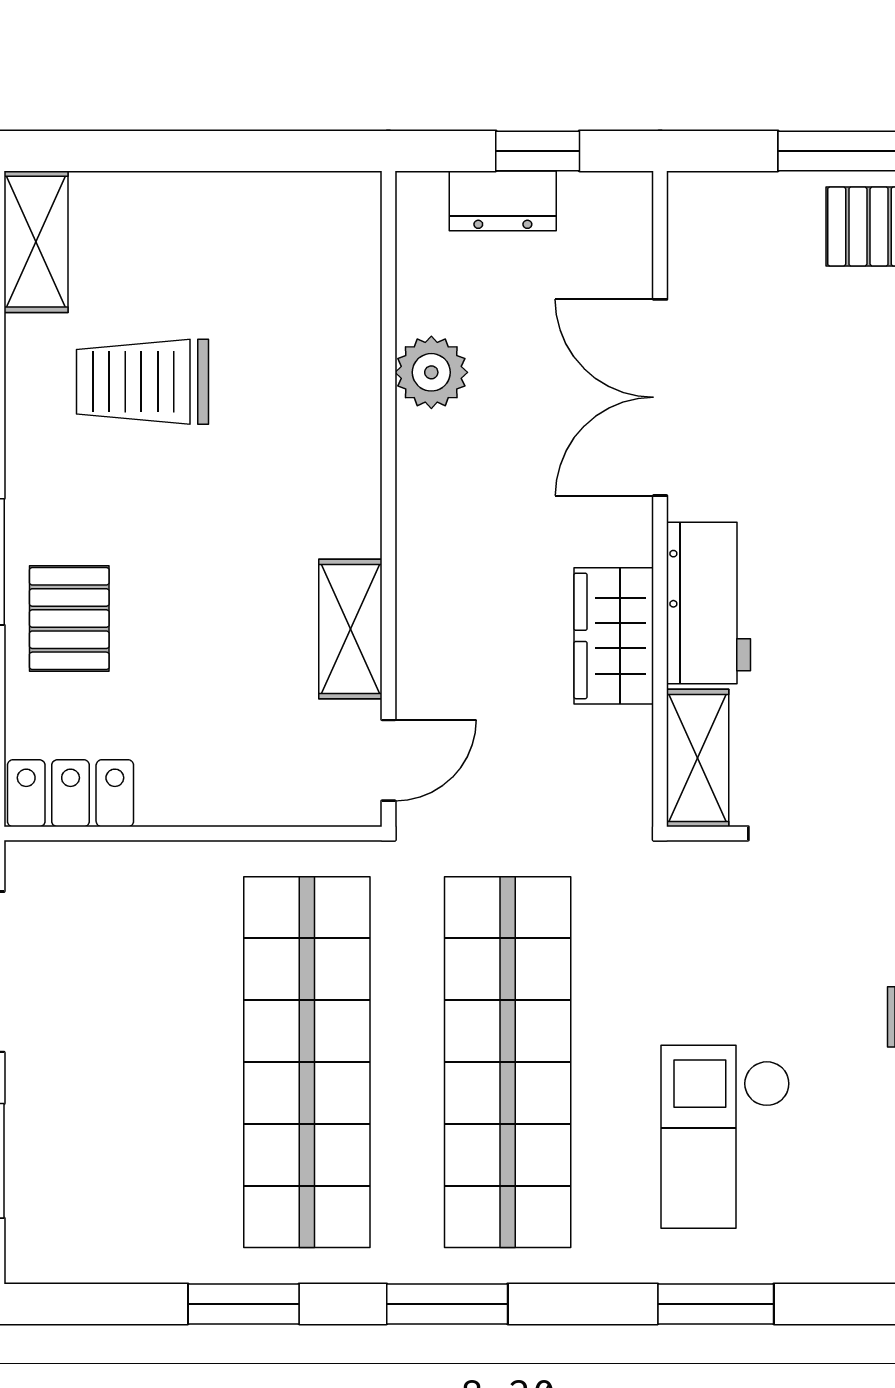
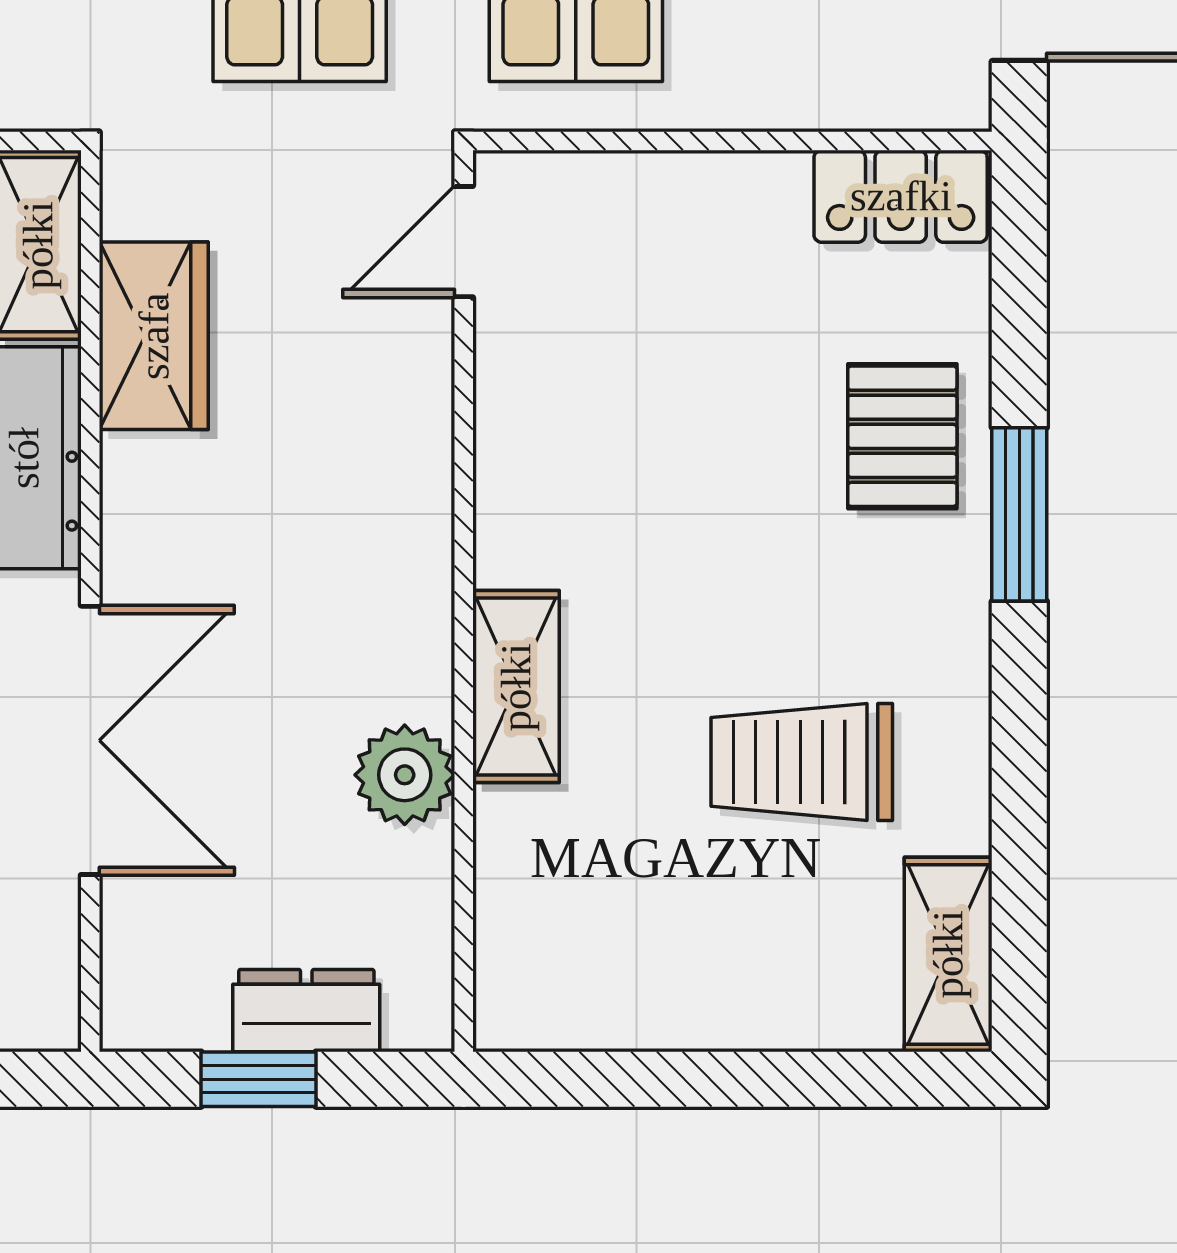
trolley: (142, 382) -> (802, 762), turned 180
shelving: (350, 629) -> (516, 687), moved
wardrobe: (614, 636) -> (154, 336), moved

